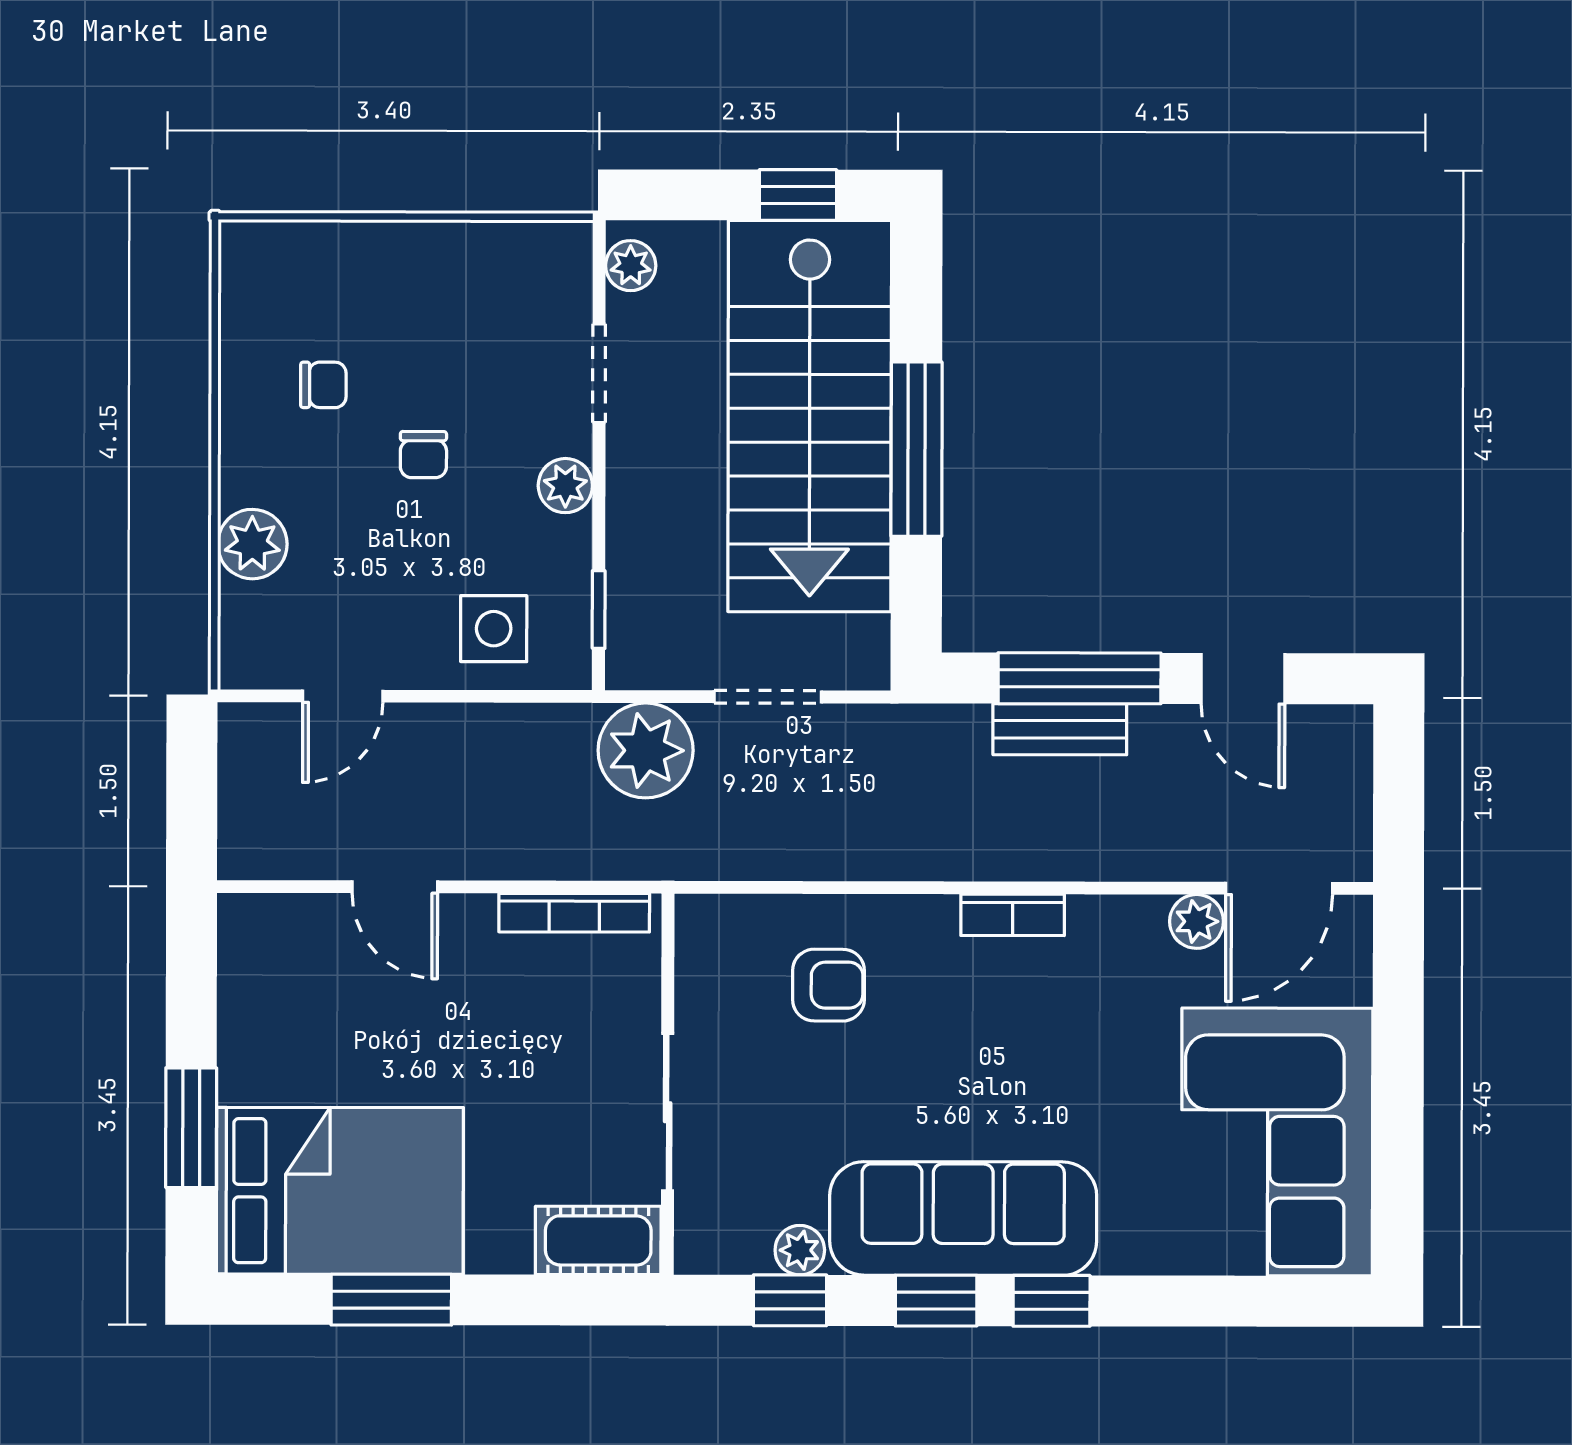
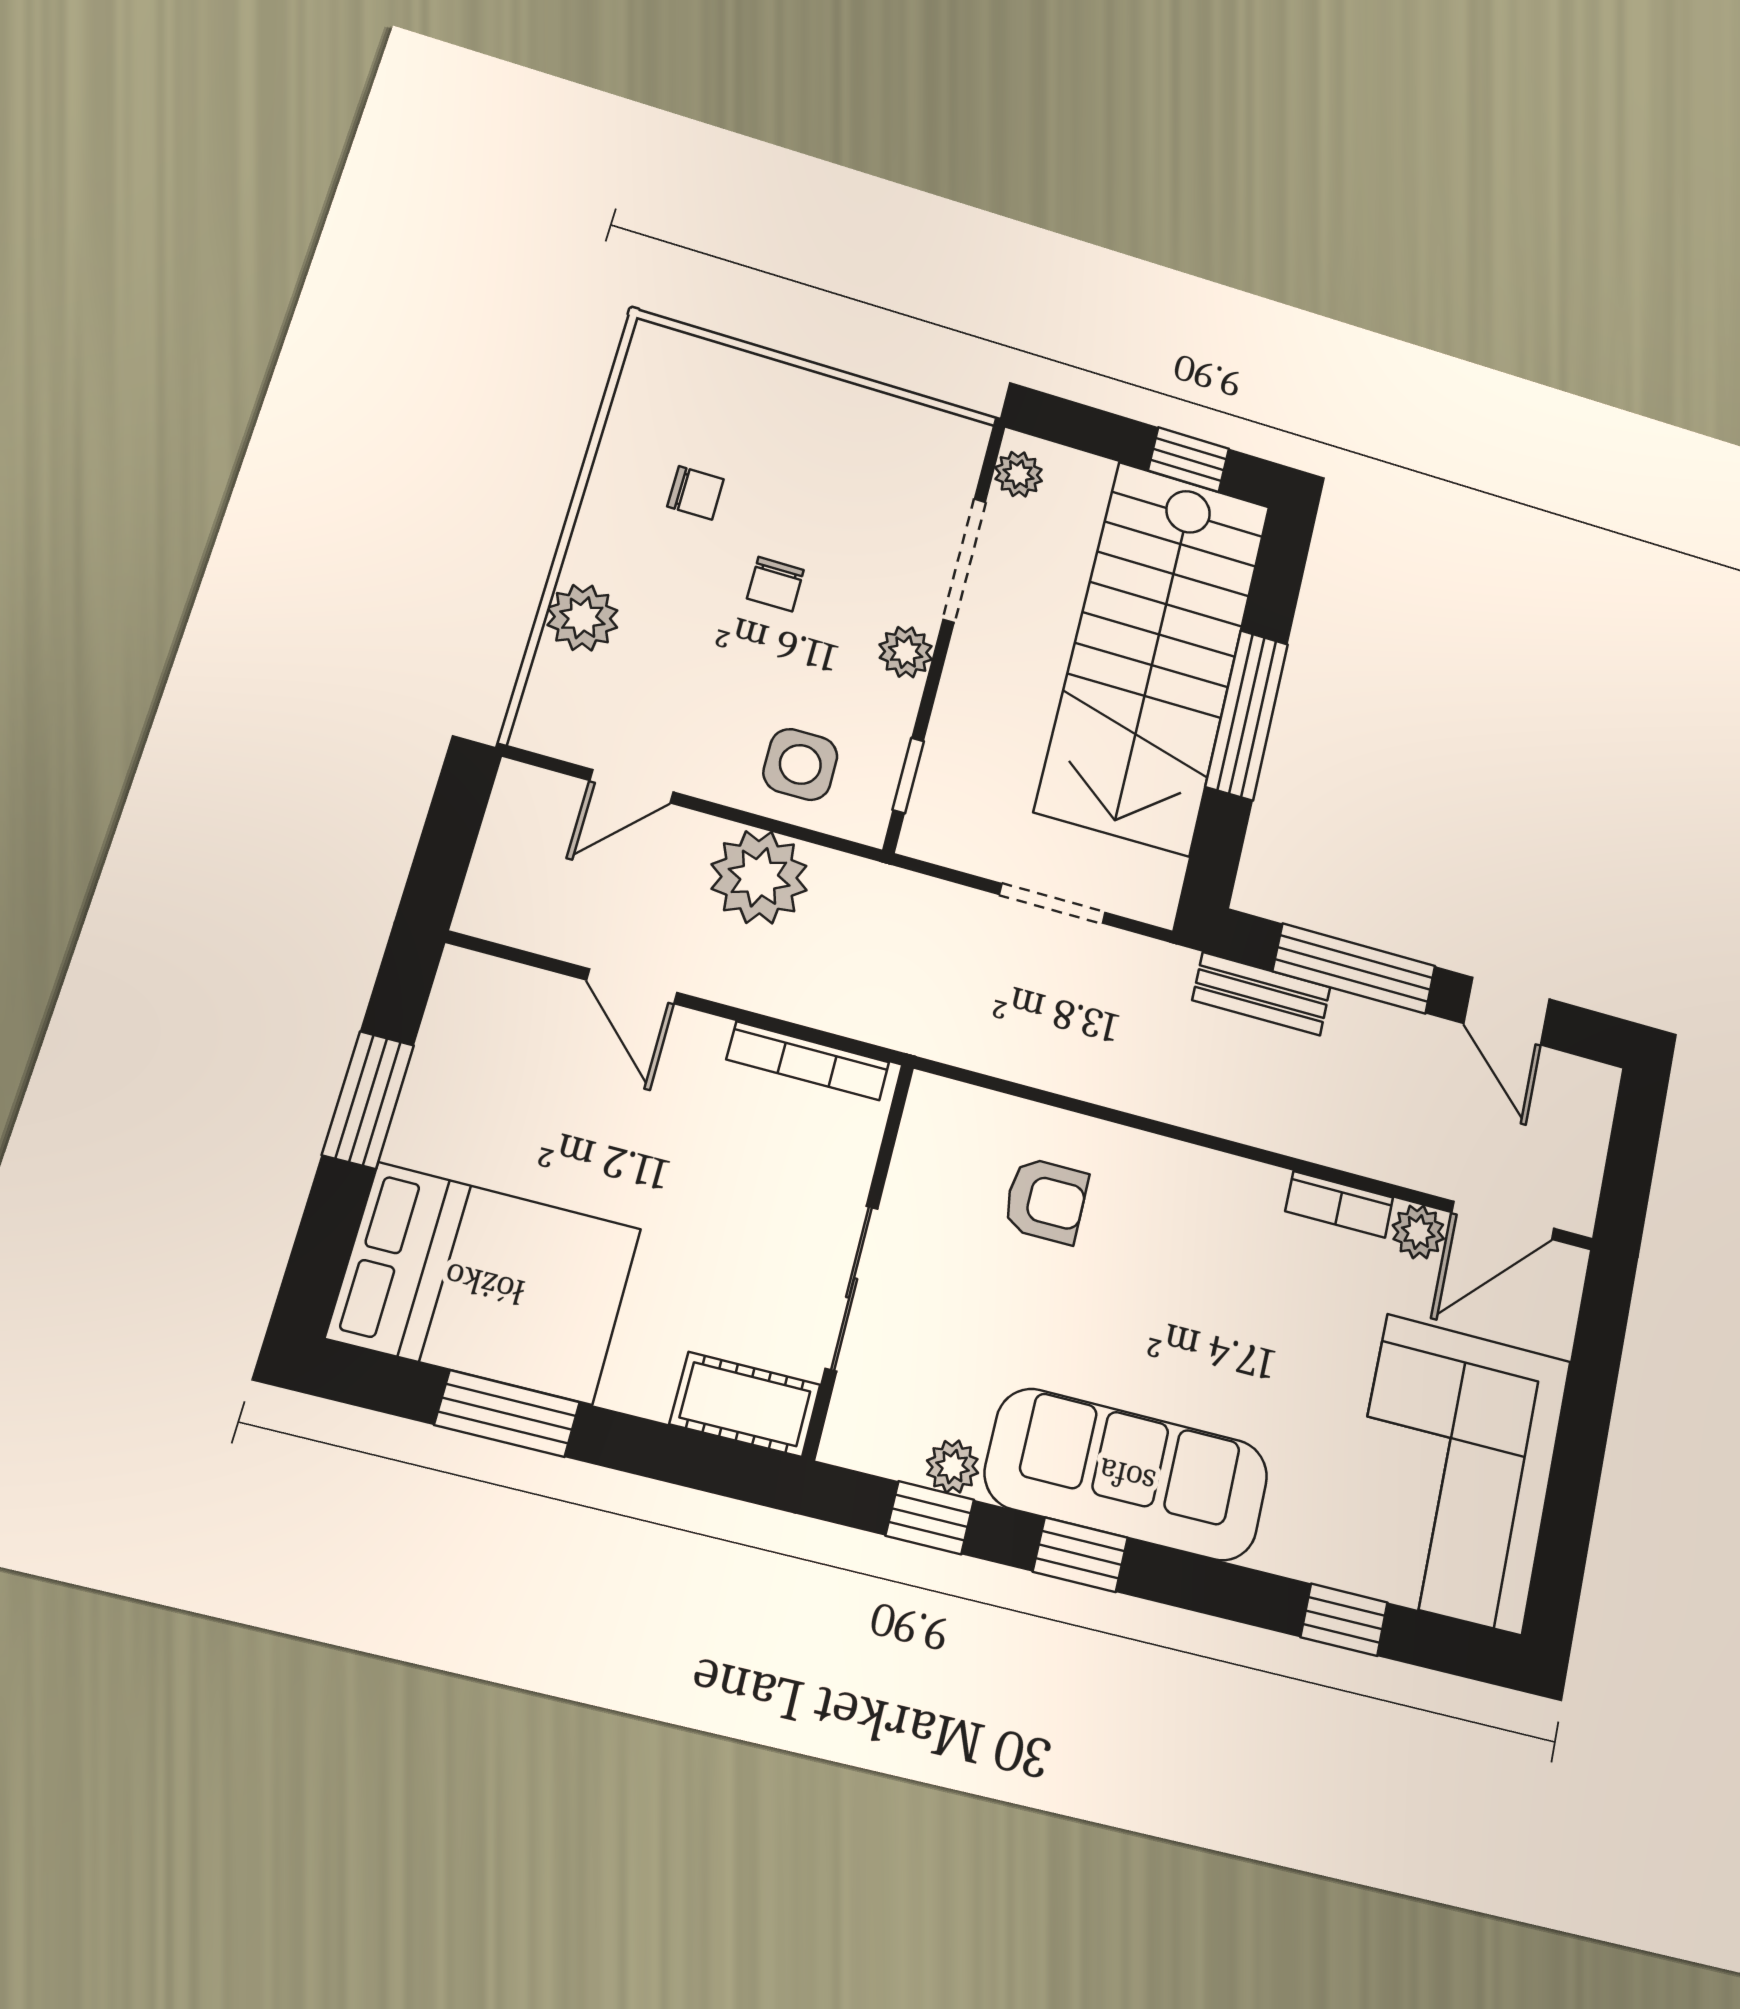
doorway: (599, 373) -> (964, 560), width x1.38
bench: (1060, 729) -> (1261, 994), moved
plant: (646, 750) -> (759, 877), moved
bookcase: (1013, 915) -> (1339, 1204), moved
window: (191, 1128) -> (368, 1100), moved
window: (1052, 1301) -> (1344, 1620), moved

